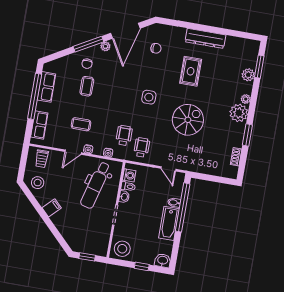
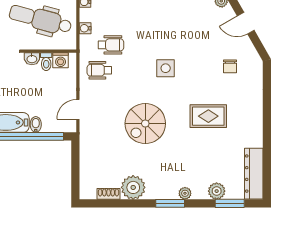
door: (125, 31) -> (246, 23), width x0.53
dresser: (205, 38) -> (254, 174), moved
plant: (239, 113) -> (133, 187), moved
spiral stairs: (188, 120) -> (145, 124), turned 90
window: (247, 135) -> (170, 203), moved
wheelchair: (142, 147) -> (99, 70), turned 180

